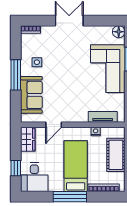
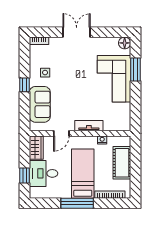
window: (16, 75) -> (25, 85), width x0.46
tv unit: (103, 117) -> (89, 126), moved
desk: (34, 177) -> (44, 173), moved, turned 90

